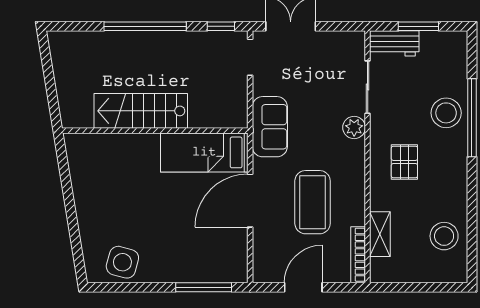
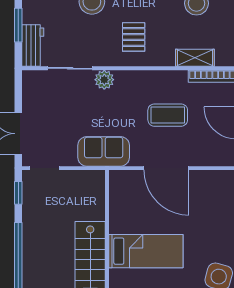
bed: (204, 152) -> (146, 251), moved, turned -90
pallet: (404, 162) -> (134, 37), turned 90
coffee table: (313, 202) -> (168, 115), width x0.73, depth x0.76

